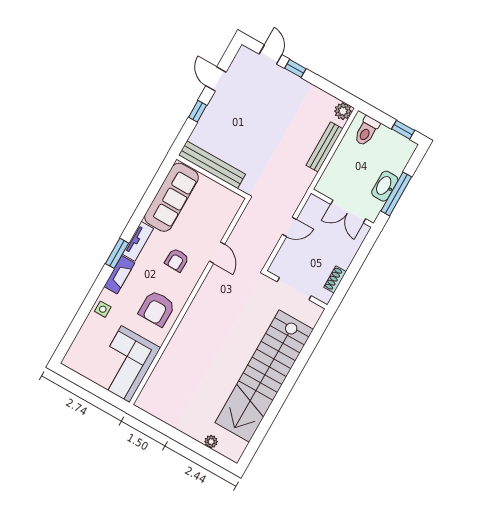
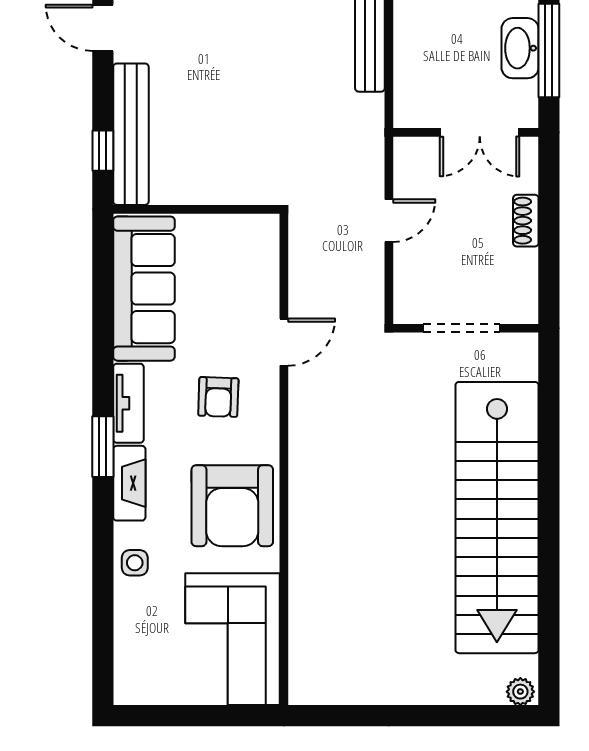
window: (198, 111) -> (103, 151), moved
bench: (212, 165) -> (131, 134), moved, turned 90
door: (217, 253) -> (284, 342), hinge flipped
shoe rack: (335, 279) -> (526, 221), moved
armchair: (157, 308) -> (232, 506), width x1.36, depth x1.36
plant: (211, 442) -> (520, 692), moved

